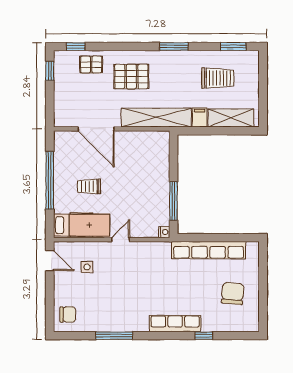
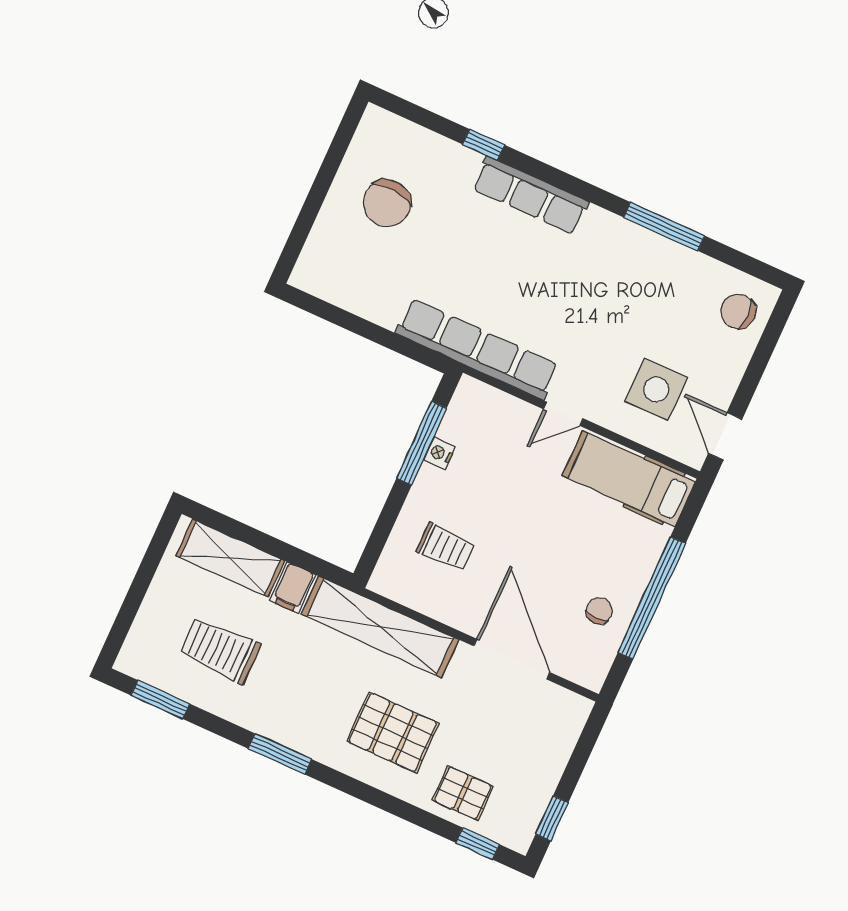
chair: (69, 165) -> (599, 611), added
trolley: (89, 186) -> (445, 547), moved
nightstand: (164, 232) -> (440, 453), moved
row of seats: (209, 250) -> (477, 349), moved
side table: (87, 267) -> (656, 389), width x1.87, depth x1.87

